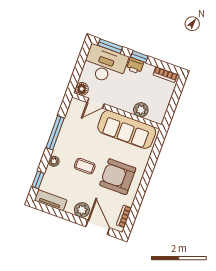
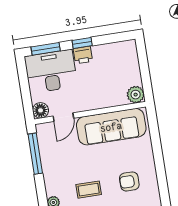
bookcase: (165, 75) -> (120, 47), removed
plant: (141, 110) -> (136, 95), moved
window: (55, 133) -> (35, 154), moved
armchair: (118, 177) -> (129, 181), width x0.53, depth x0.53

